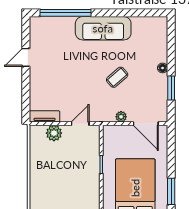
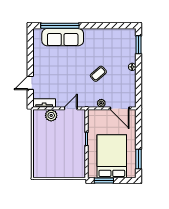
sofa: (103, 28) -> (63, 37), moved
door: (26, 57) -> (30, 83), moved
window: (171, 88) -> (139, 45), moved

